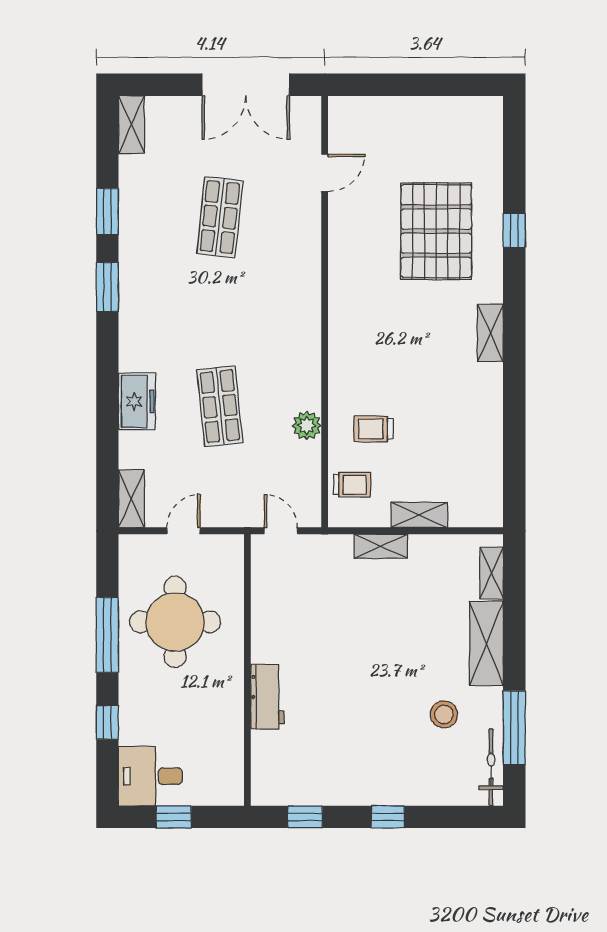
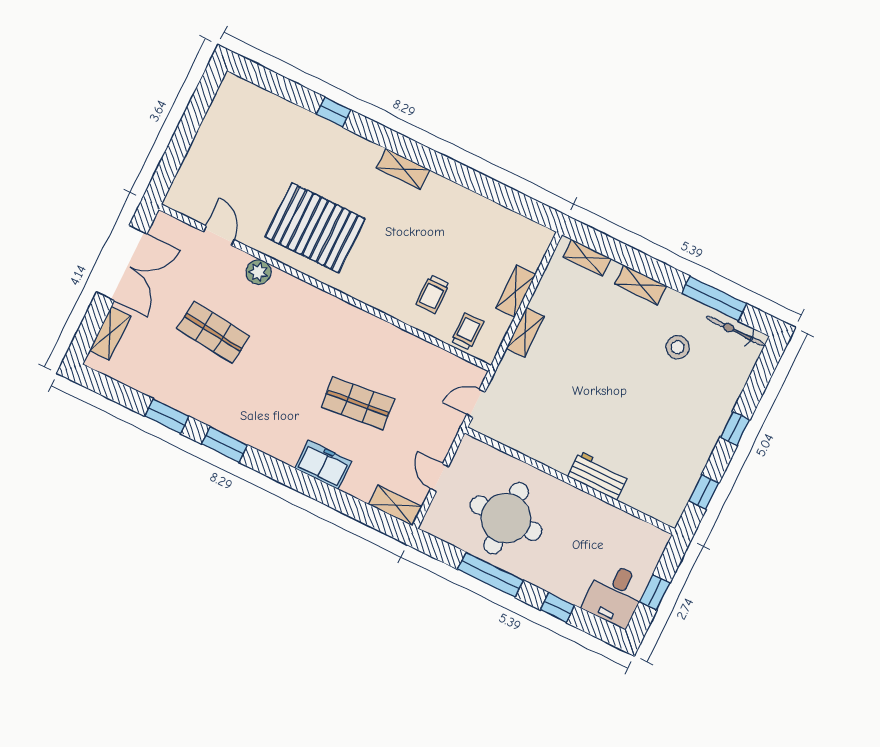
shelving: (131, 125) -> (110, 333), moved, turned 90
pallet: (436, 231) -> (315, 228), moved
plant: (307, 426) -> (258, 272), moved
shelving: (486, 643) -> (641, 285), width x0.67, depth x0.75

